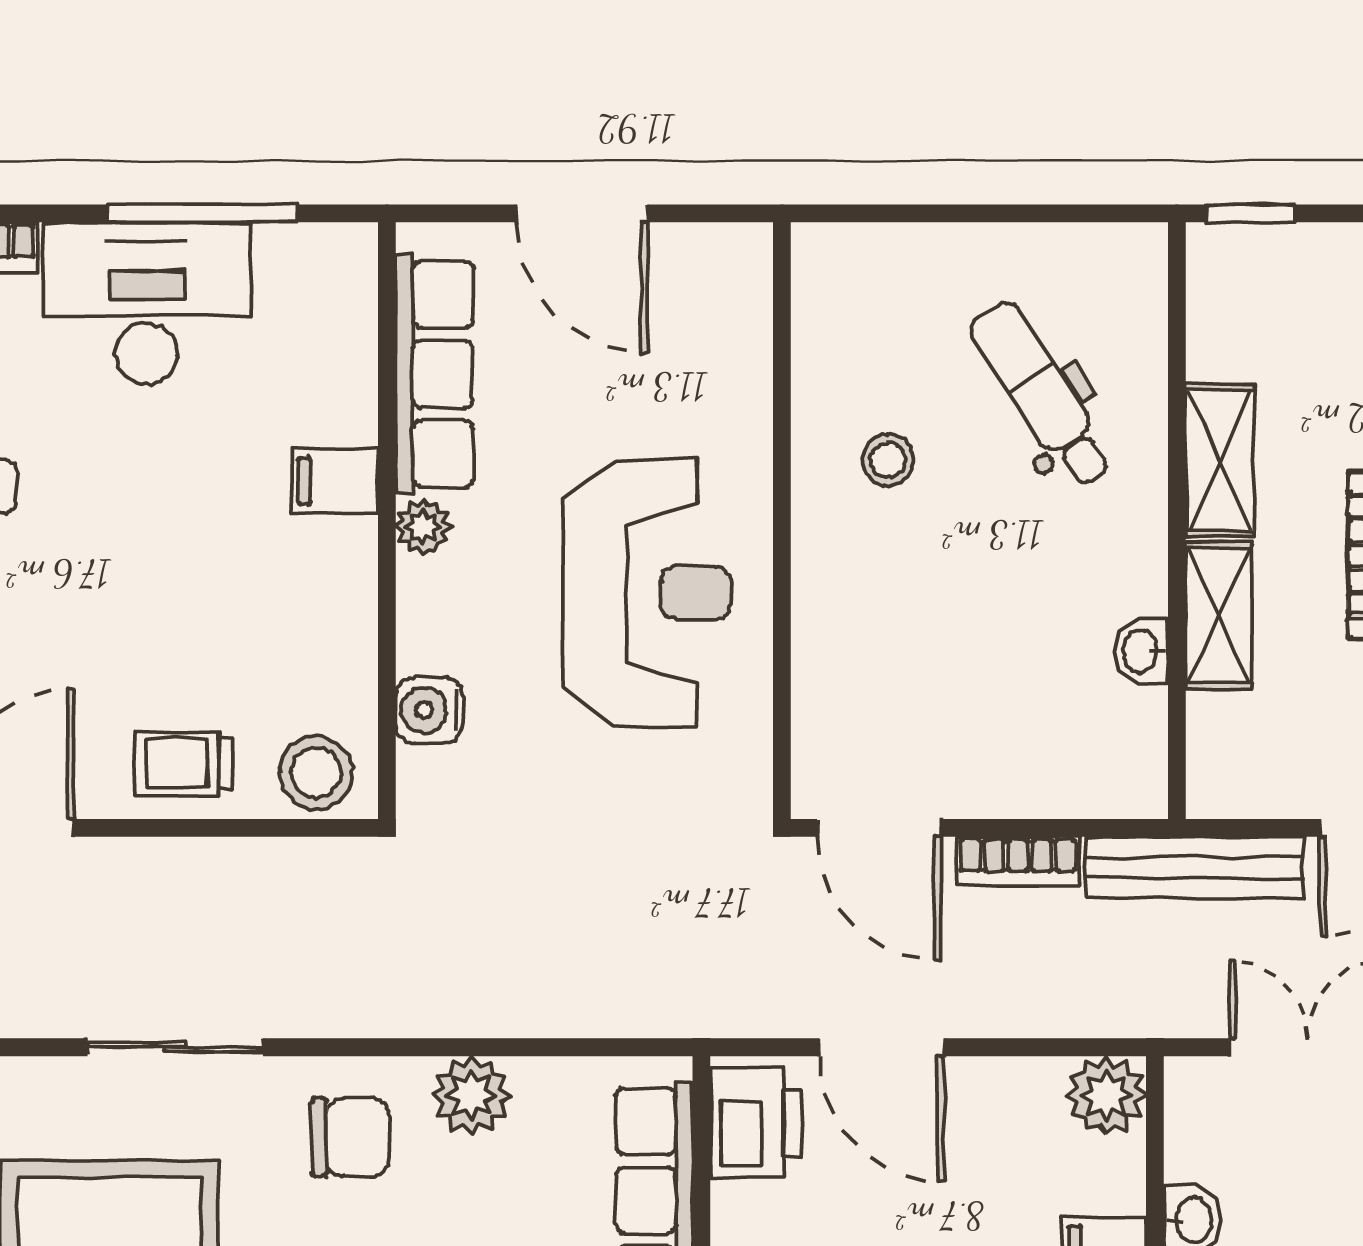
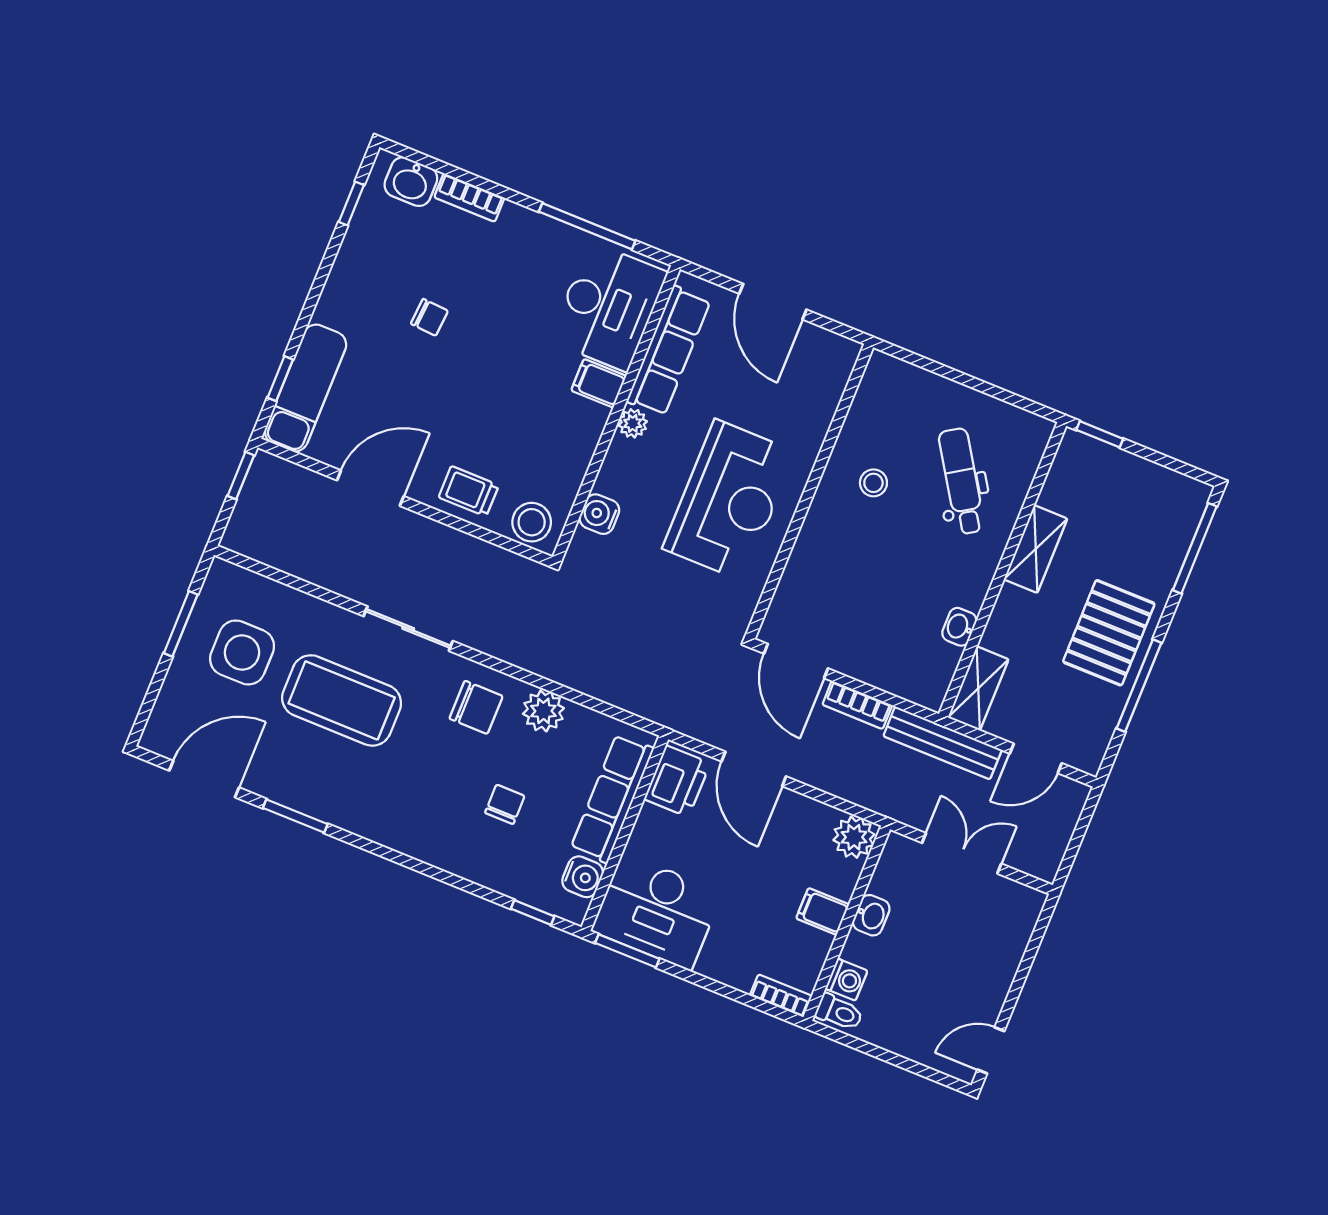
desk: (147, 303) -> (608, 307), moved, turned 90
shelving: (1218, 616) -> (978, 688), moved

